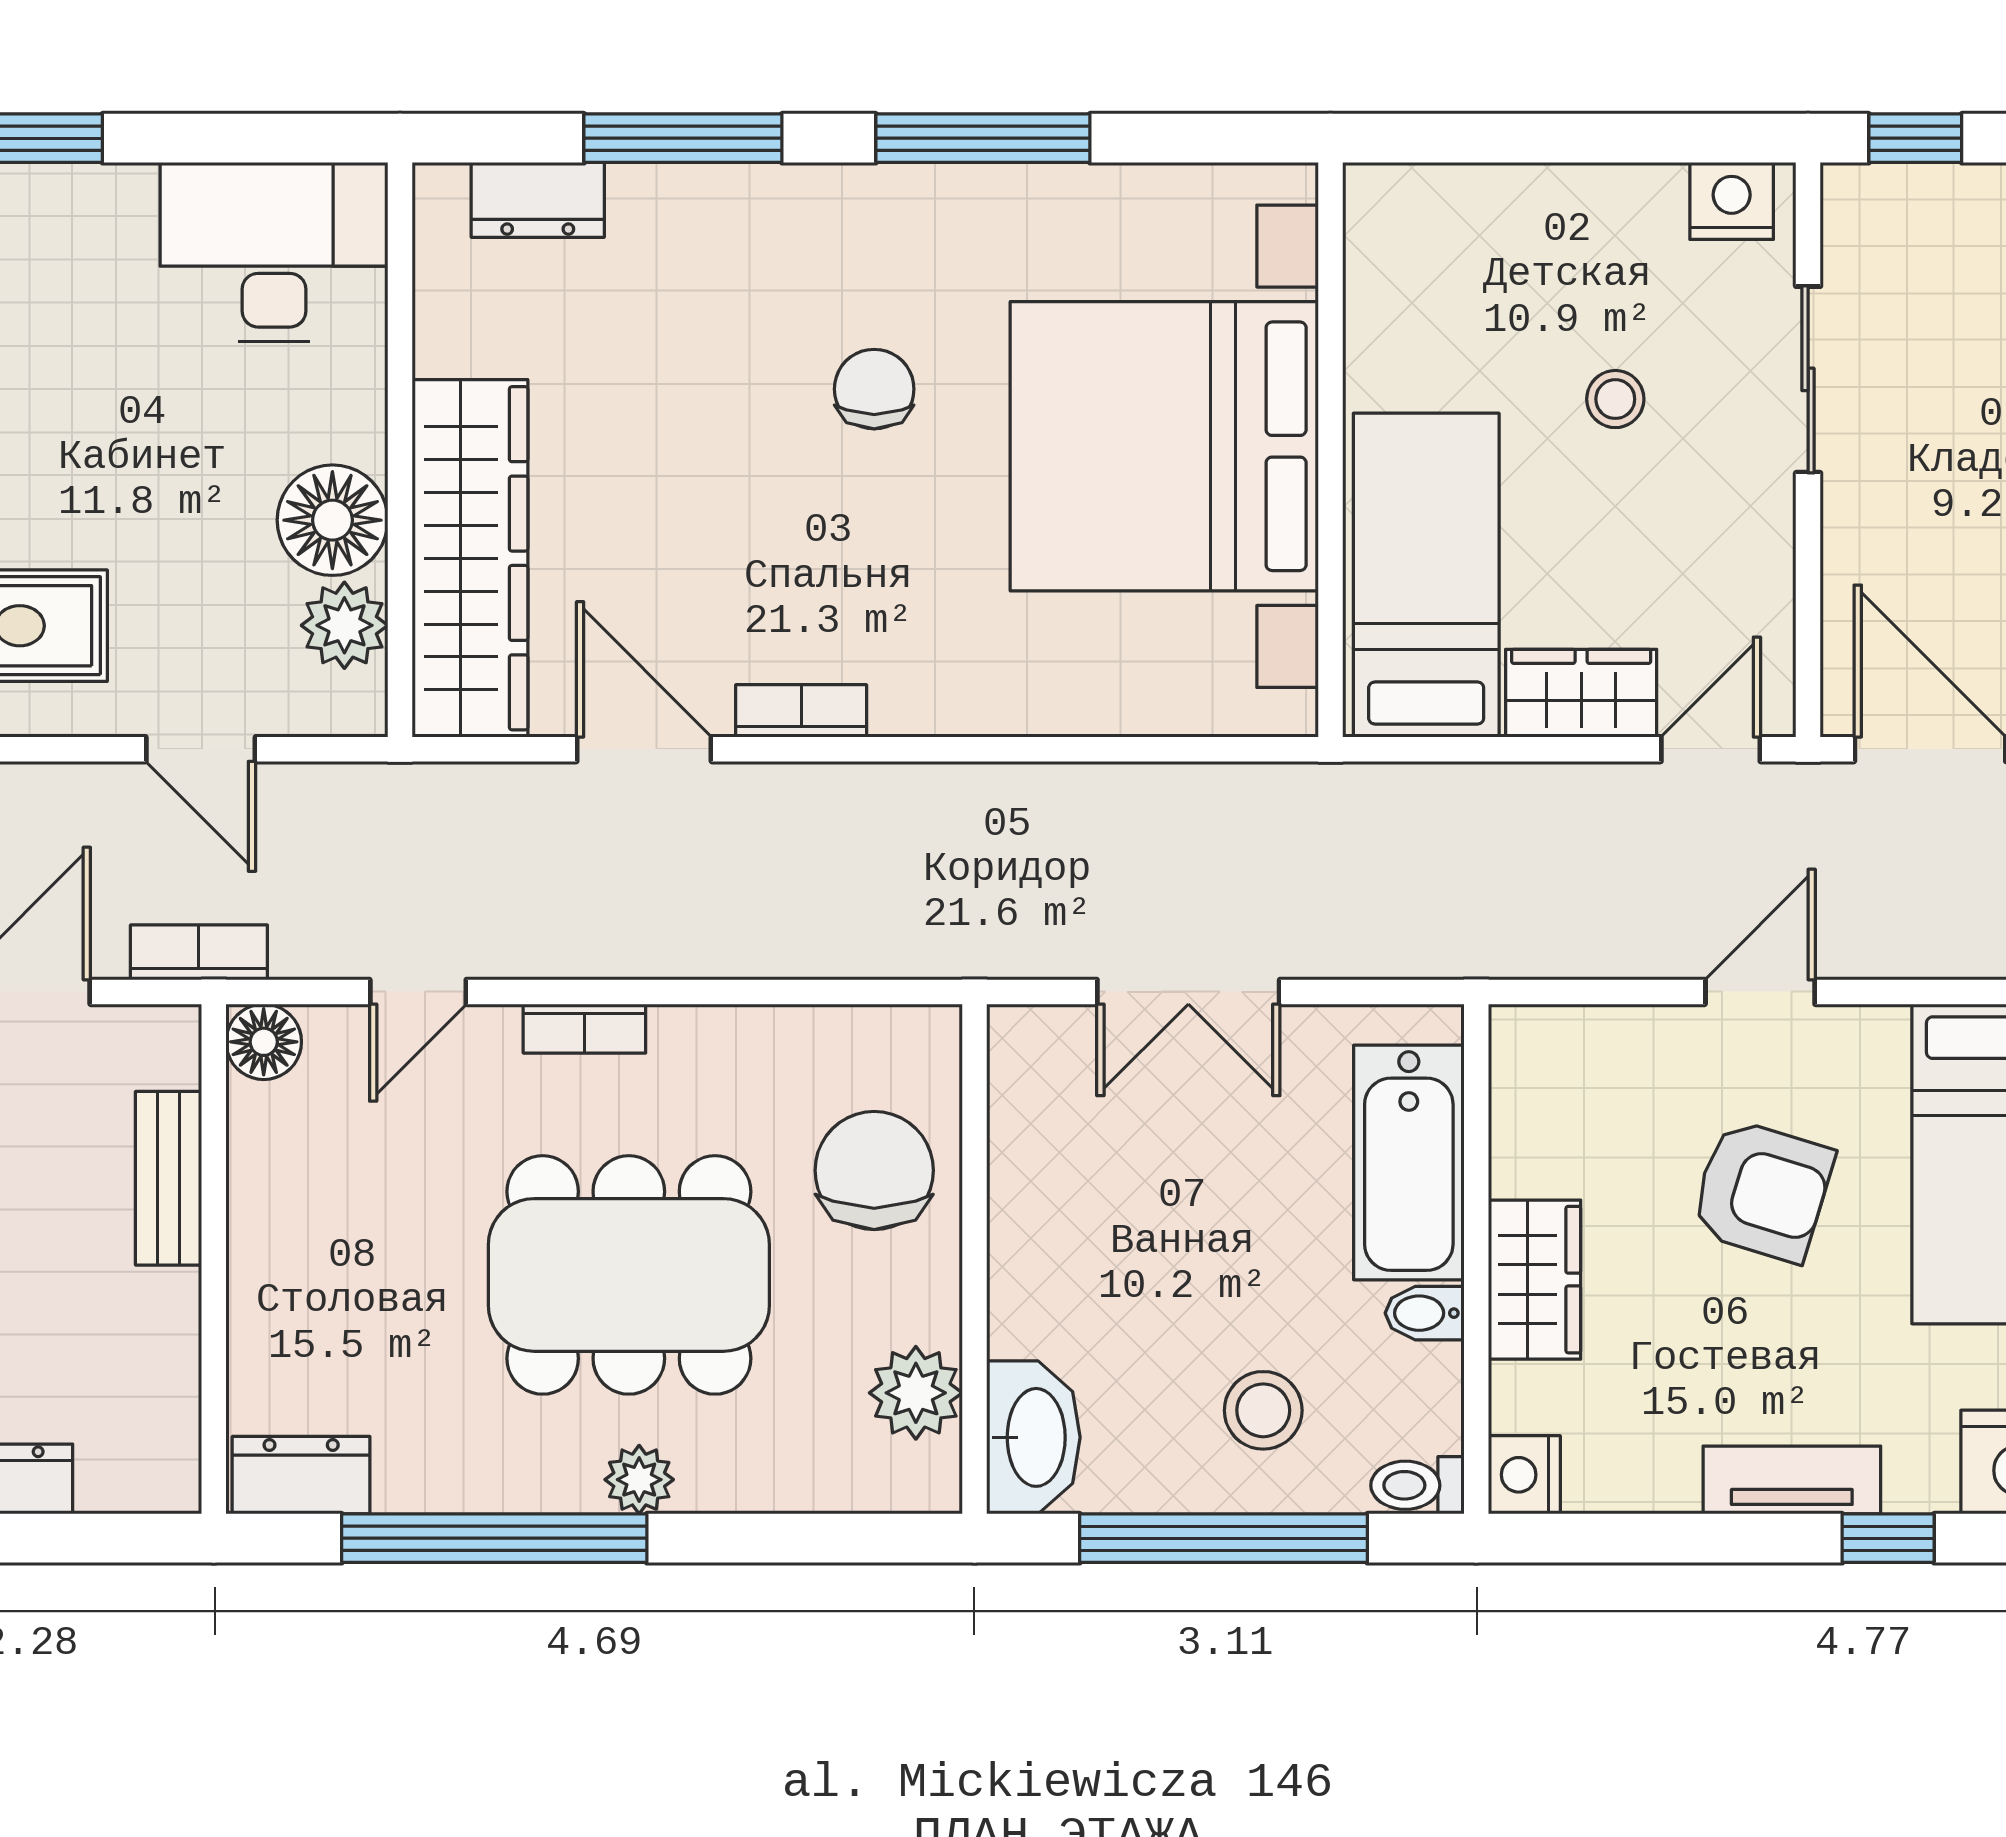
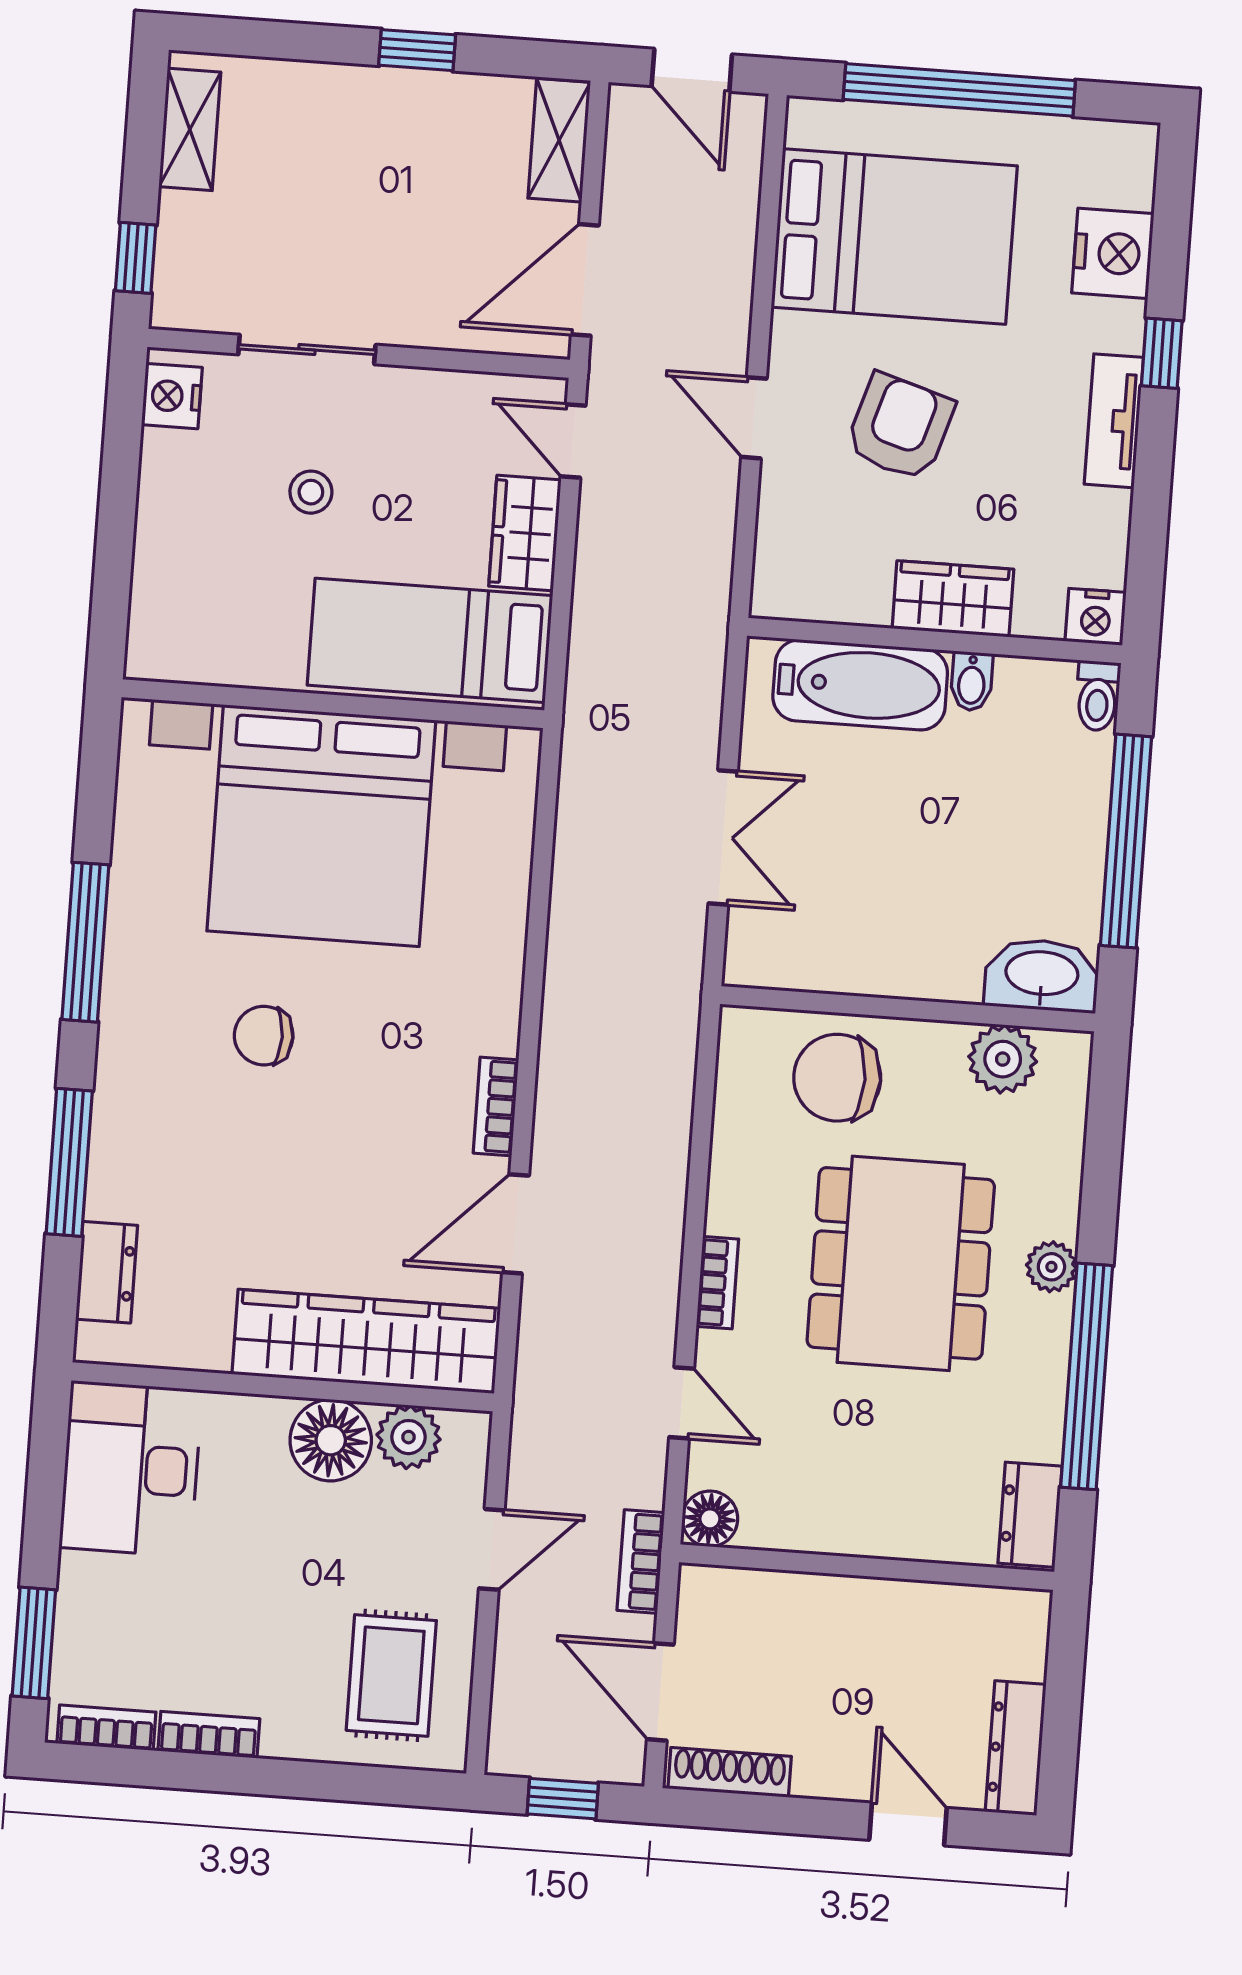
bench: (169, 1178) -> (805, 1596), removed
stool: (1263, 1410) -> (1034, 805), removed

